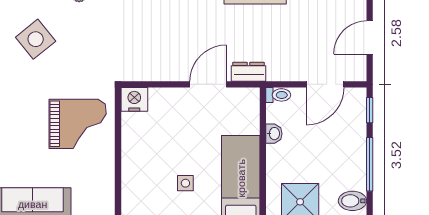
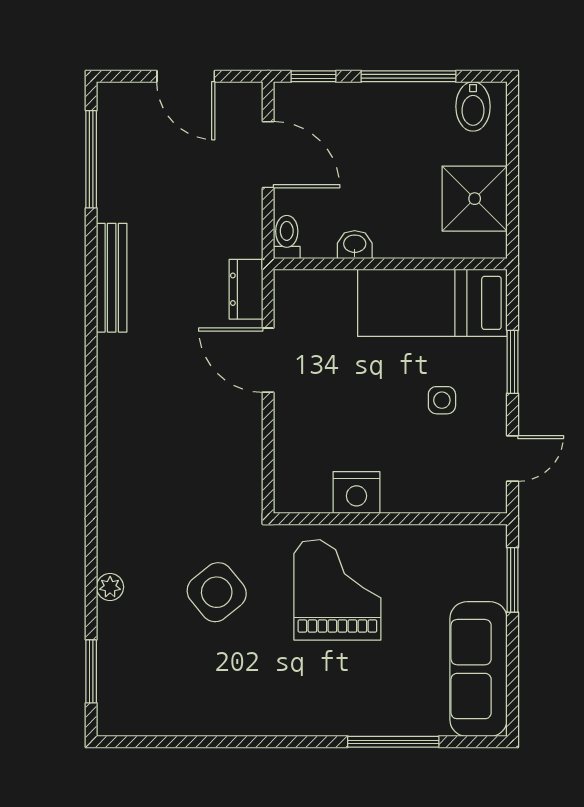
side table: (36, 39) -> (217, 592), moved
nightstand: (134, 99) -> (356, 493), moved, turned -90

